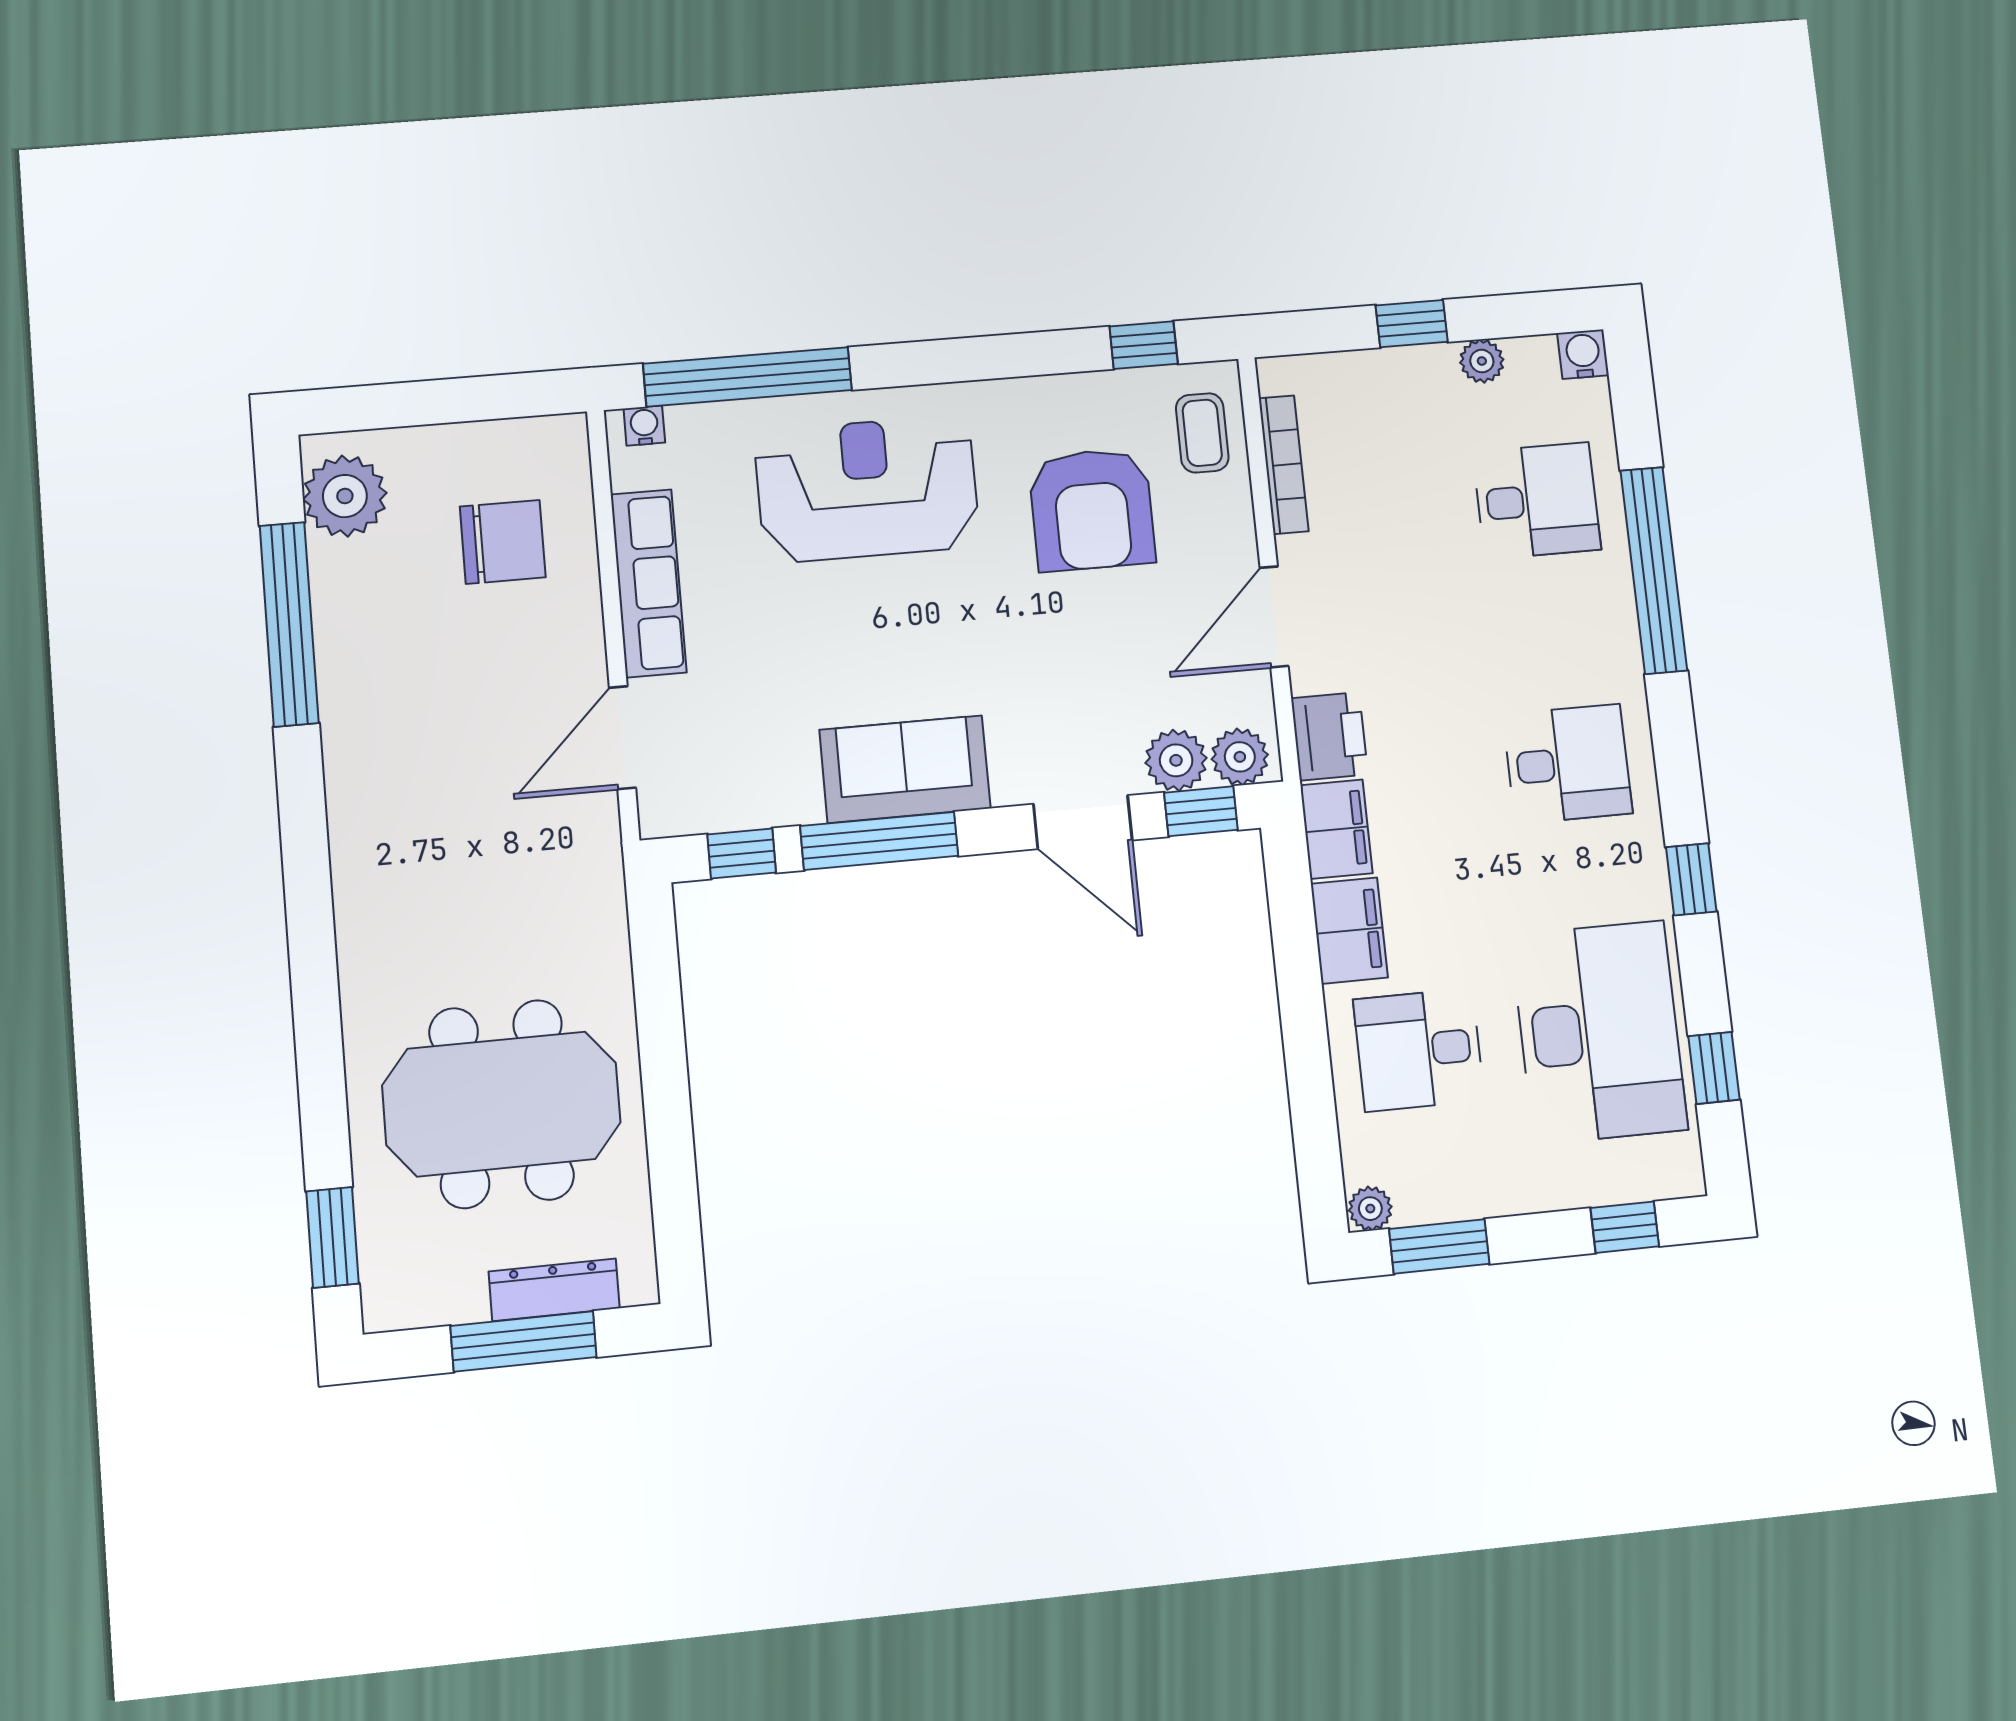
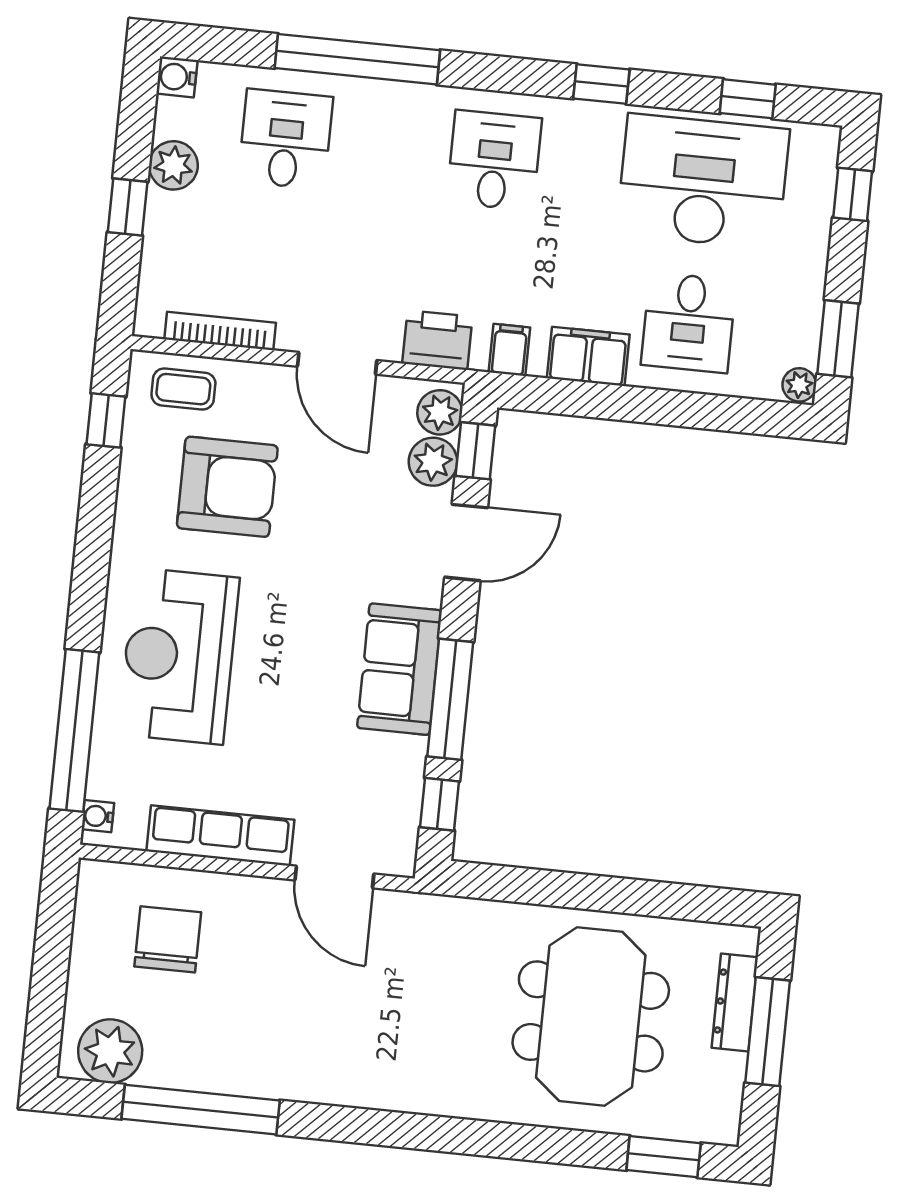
plant: (1482, 361) -> (173, 165), width x1.38, depth x1.38
filing cabinet: (1336, 829) -> (509, 350), width x0.50

